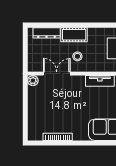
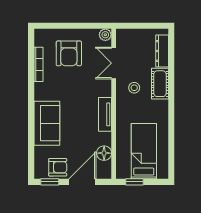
double door: (57, 74) -> (114, 63), swing flipped
armchair: (49, 111) -> (69, 53), added

